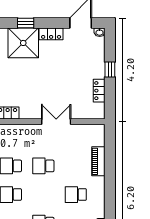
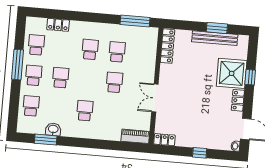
locker: (99, 91) -> (164, 140), moved
double door: (56, 122) -> (155, 98), swing flipped
piano: (98, 161) -> (135, 136), moved

